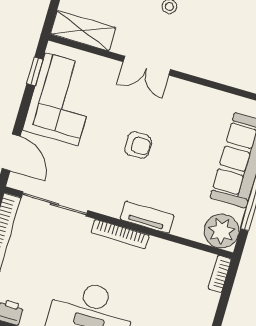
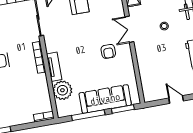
armchair: (138, 145) -> (108, 51), moved
plant: (222, 231) -> (62, 90), moved

